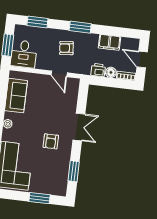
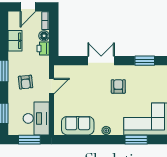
desk: (24, 54) -> (36, 118), width x1.37
armchair: (51, 141) -> (118, 86), turned -90

